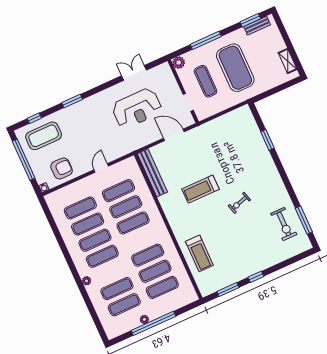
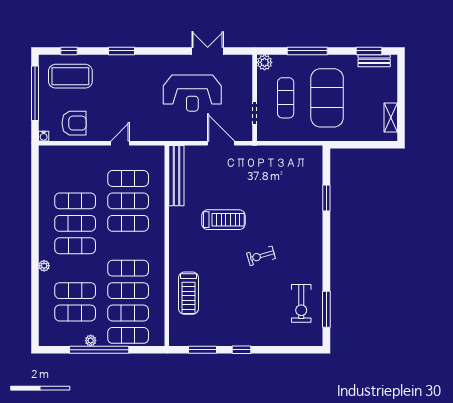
treadmill: (201, 189) -> (223, 220), turned 180
exercise mat: (80, 208) -> (128, 335), moved

